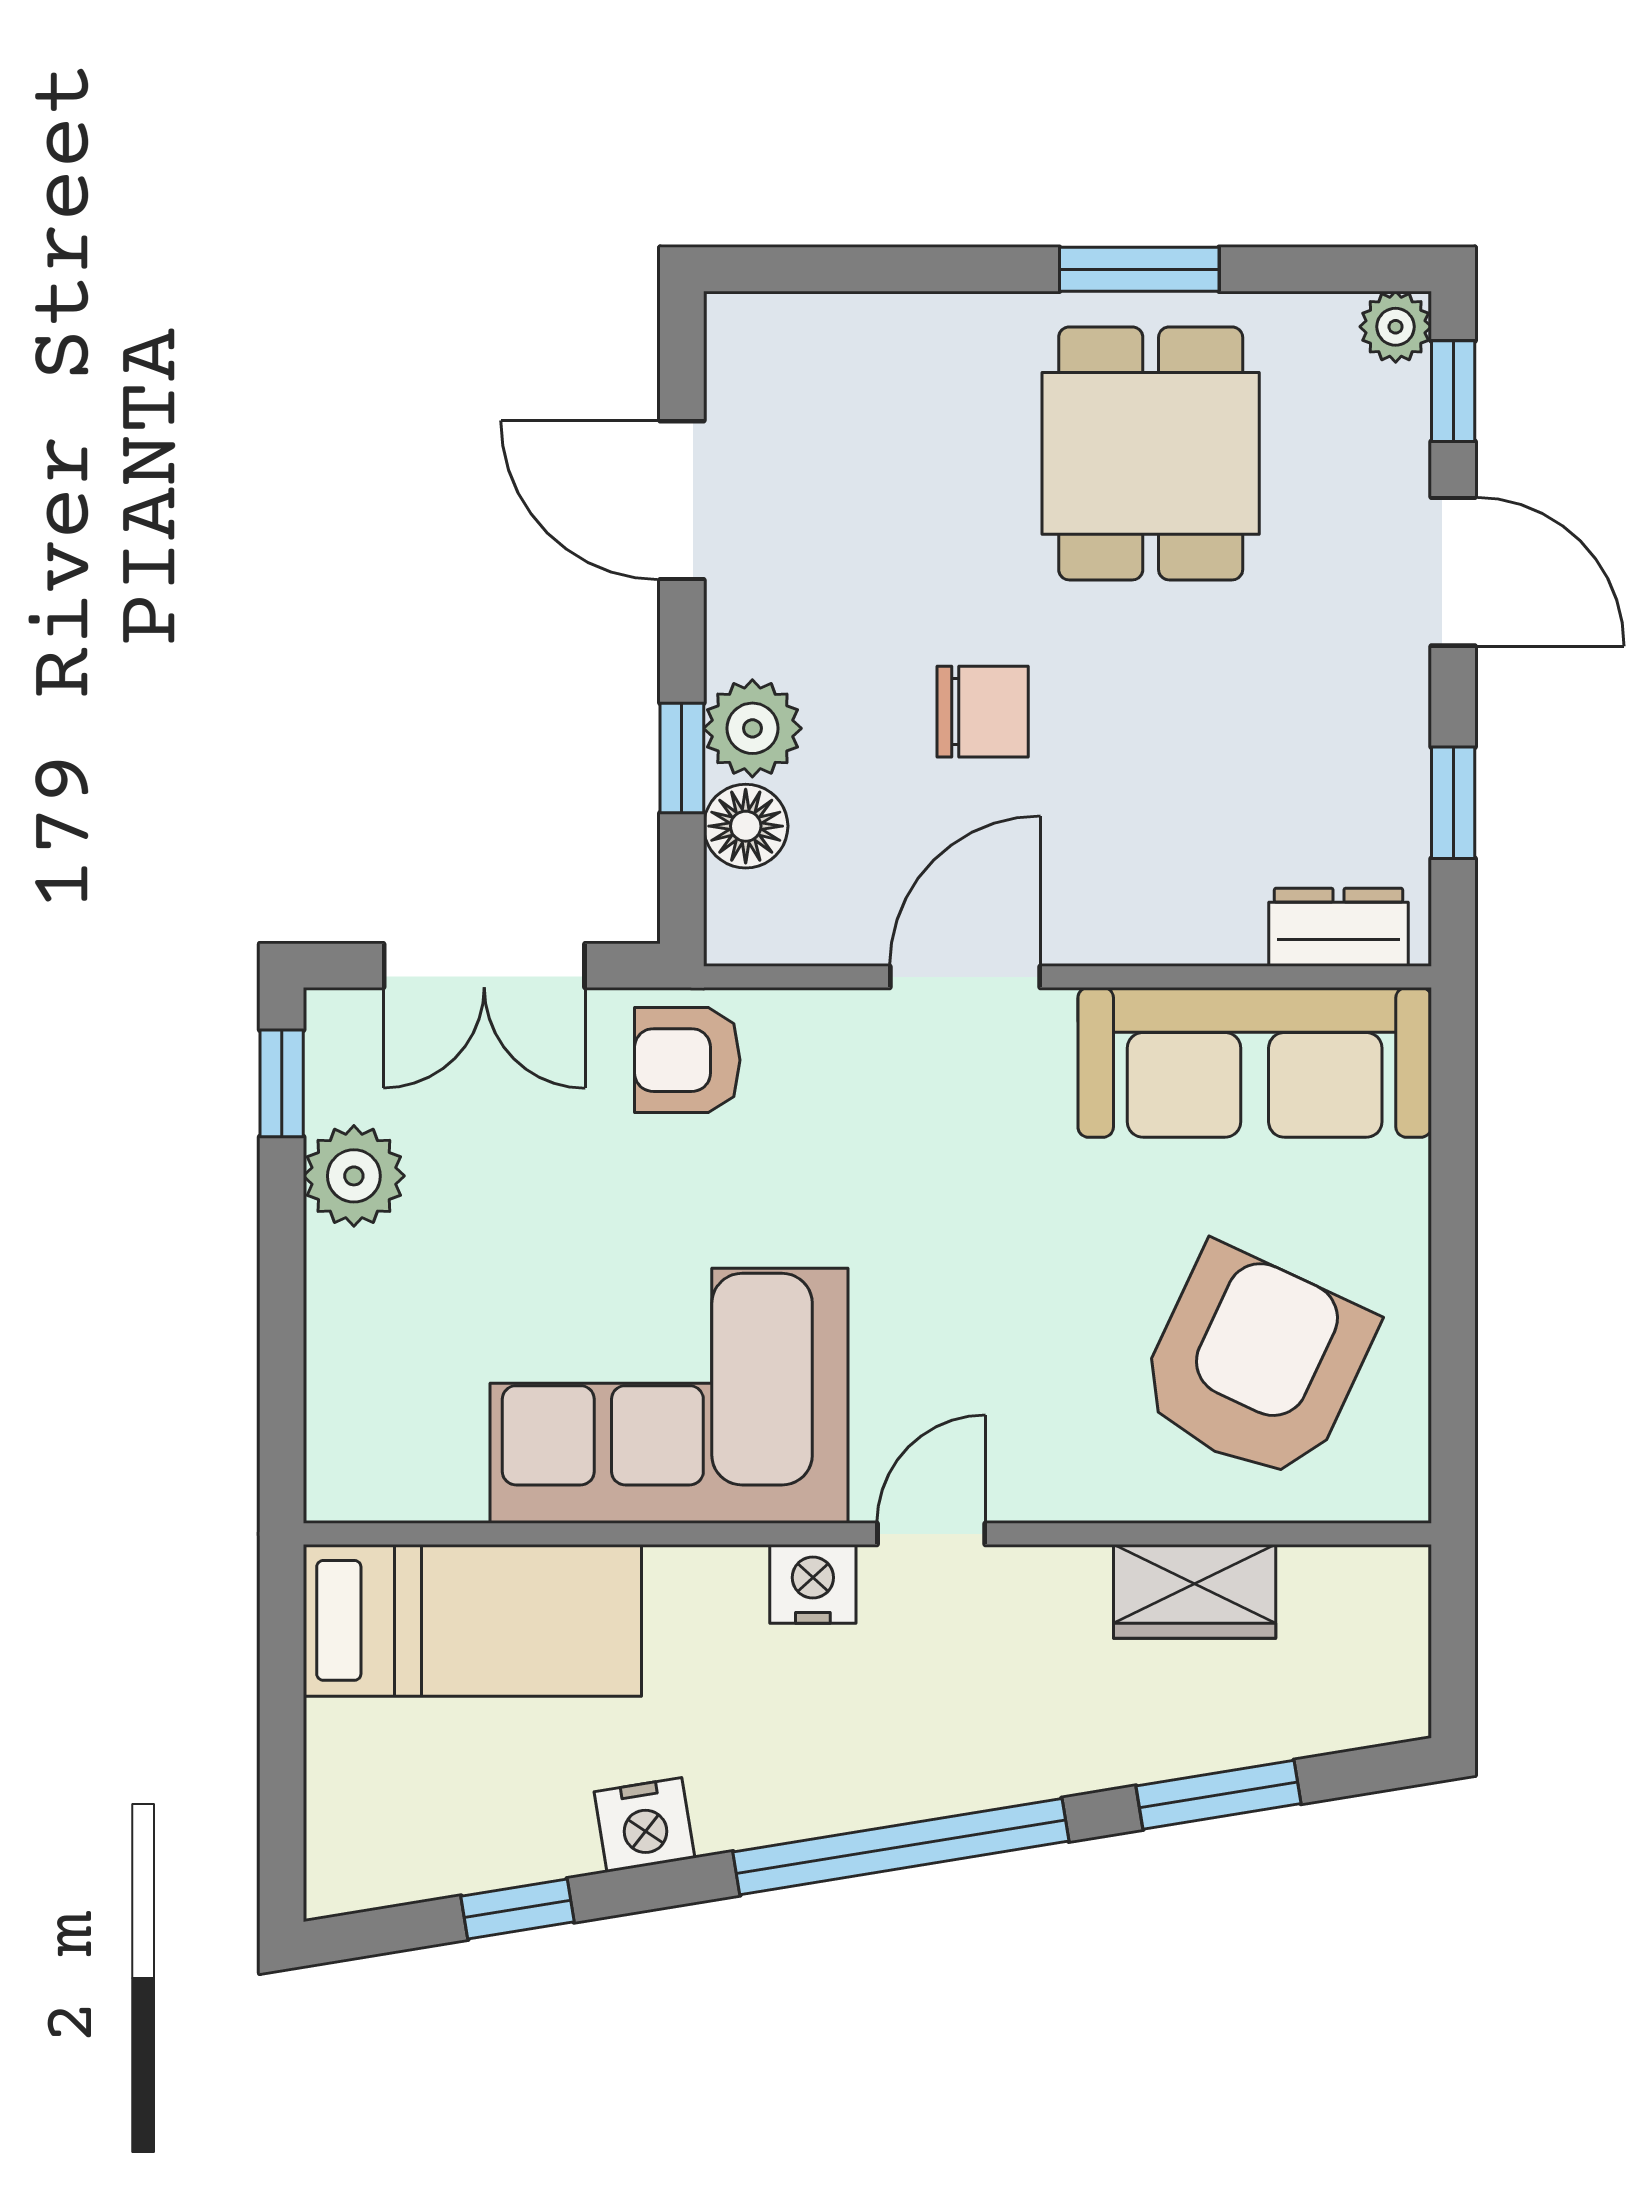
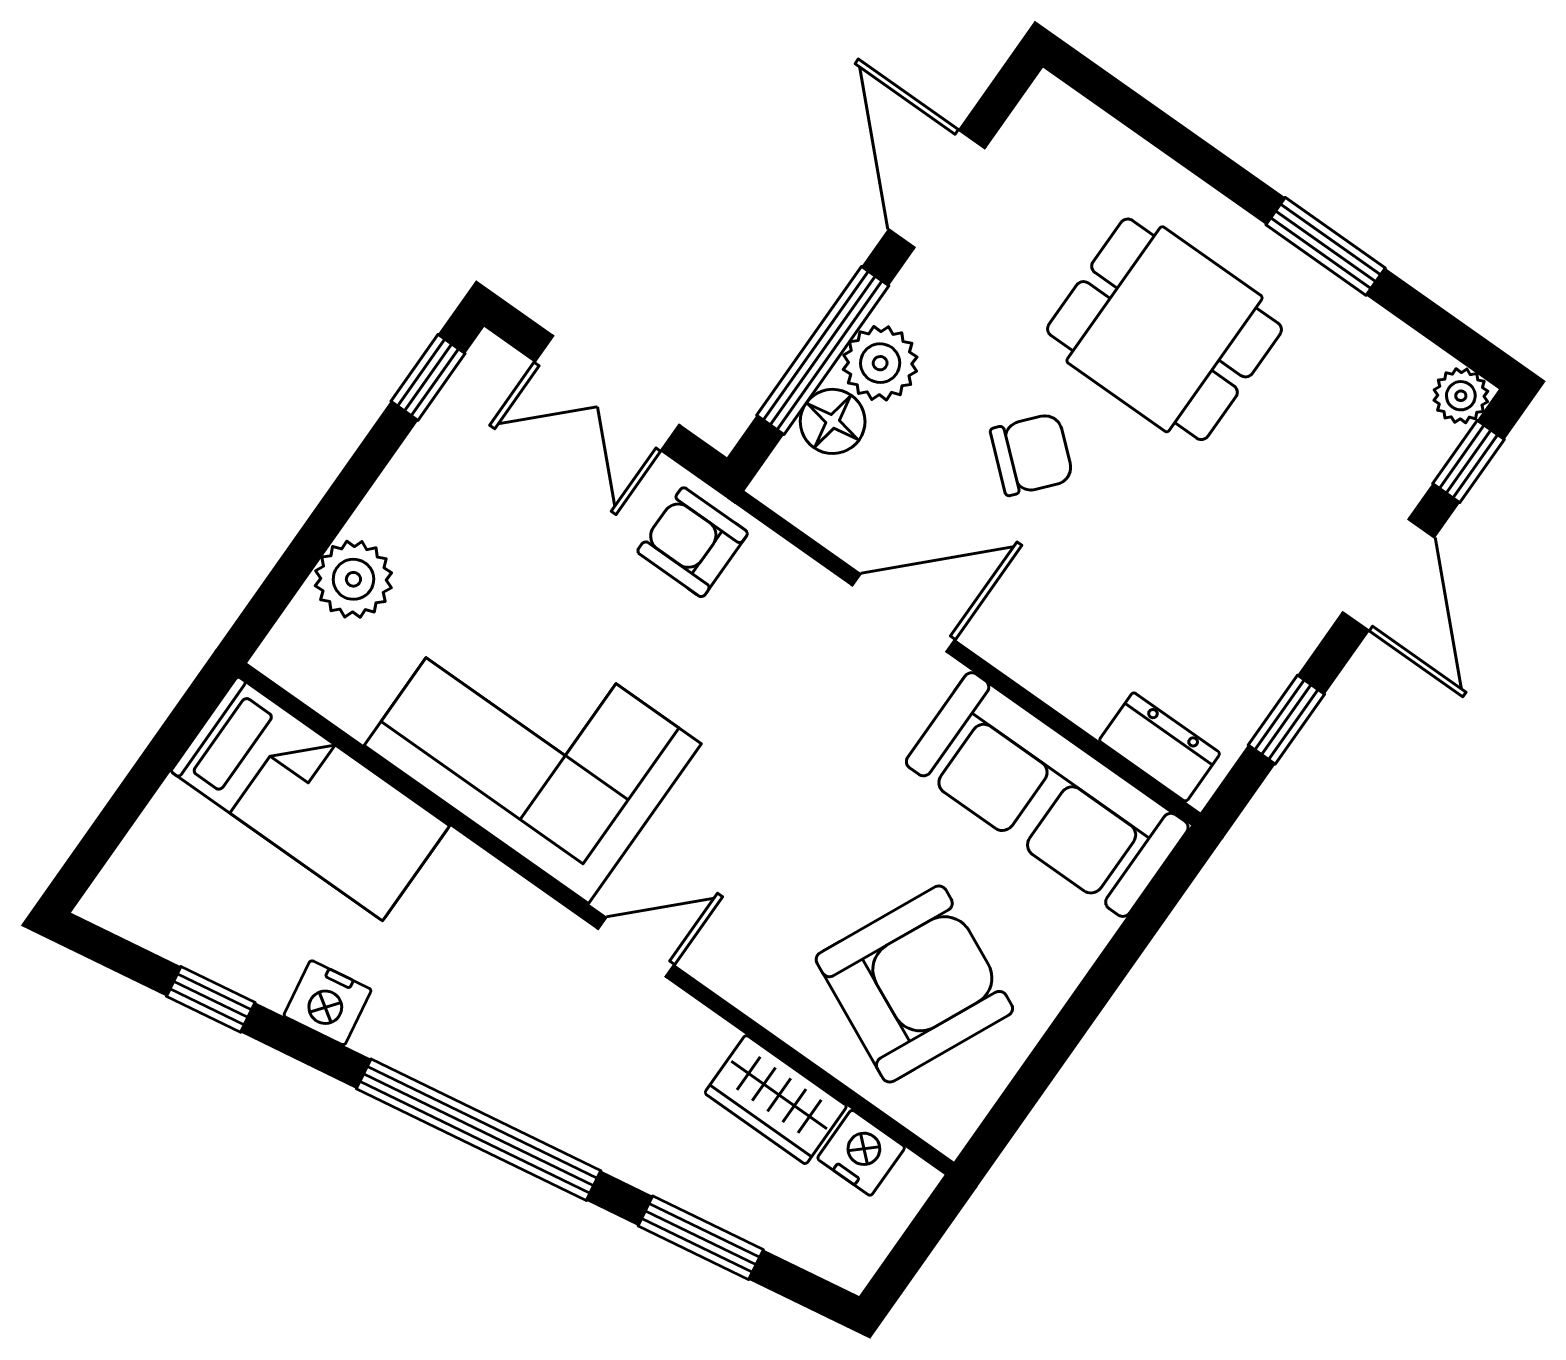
dining table: (1151, 453) -> (1164, 329), moved, turned 90
chair: (983, 712) -> (1032, 454), turned -49
window: (682, 758) -> (823, 351), width x2.17
plant: (354, 1176) -> (353, 579), moved
nightstand: (813, 1584) -> (861, 1153), moved

